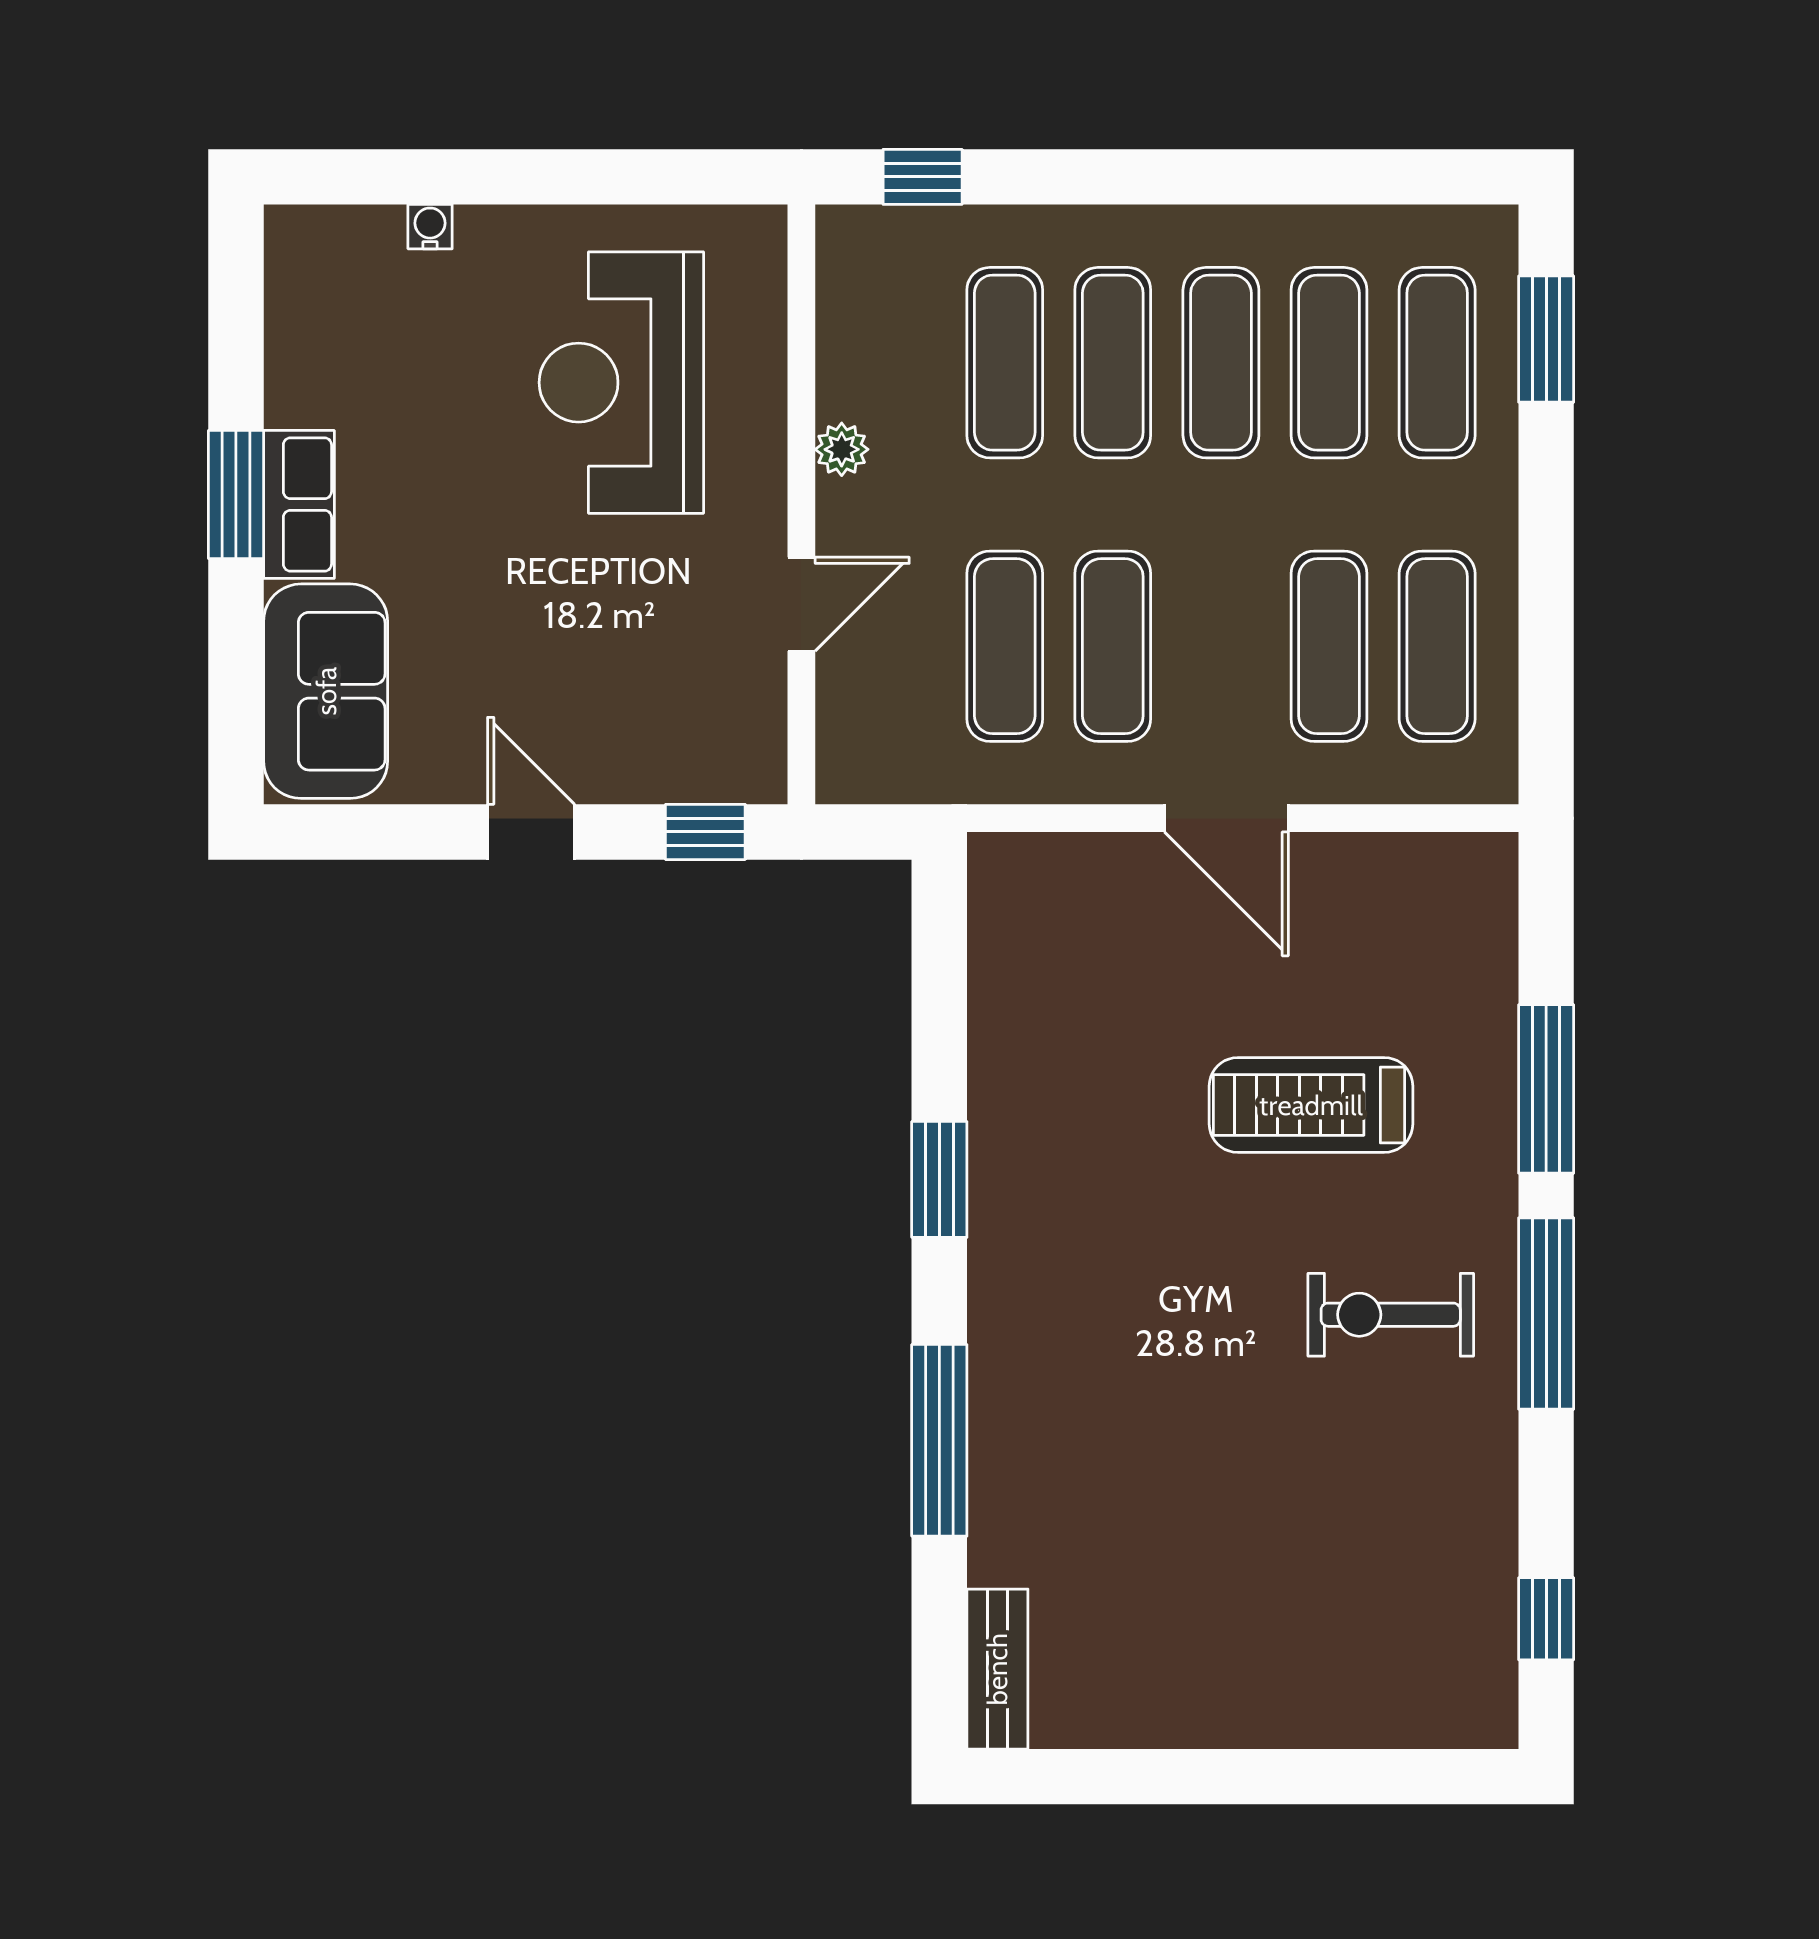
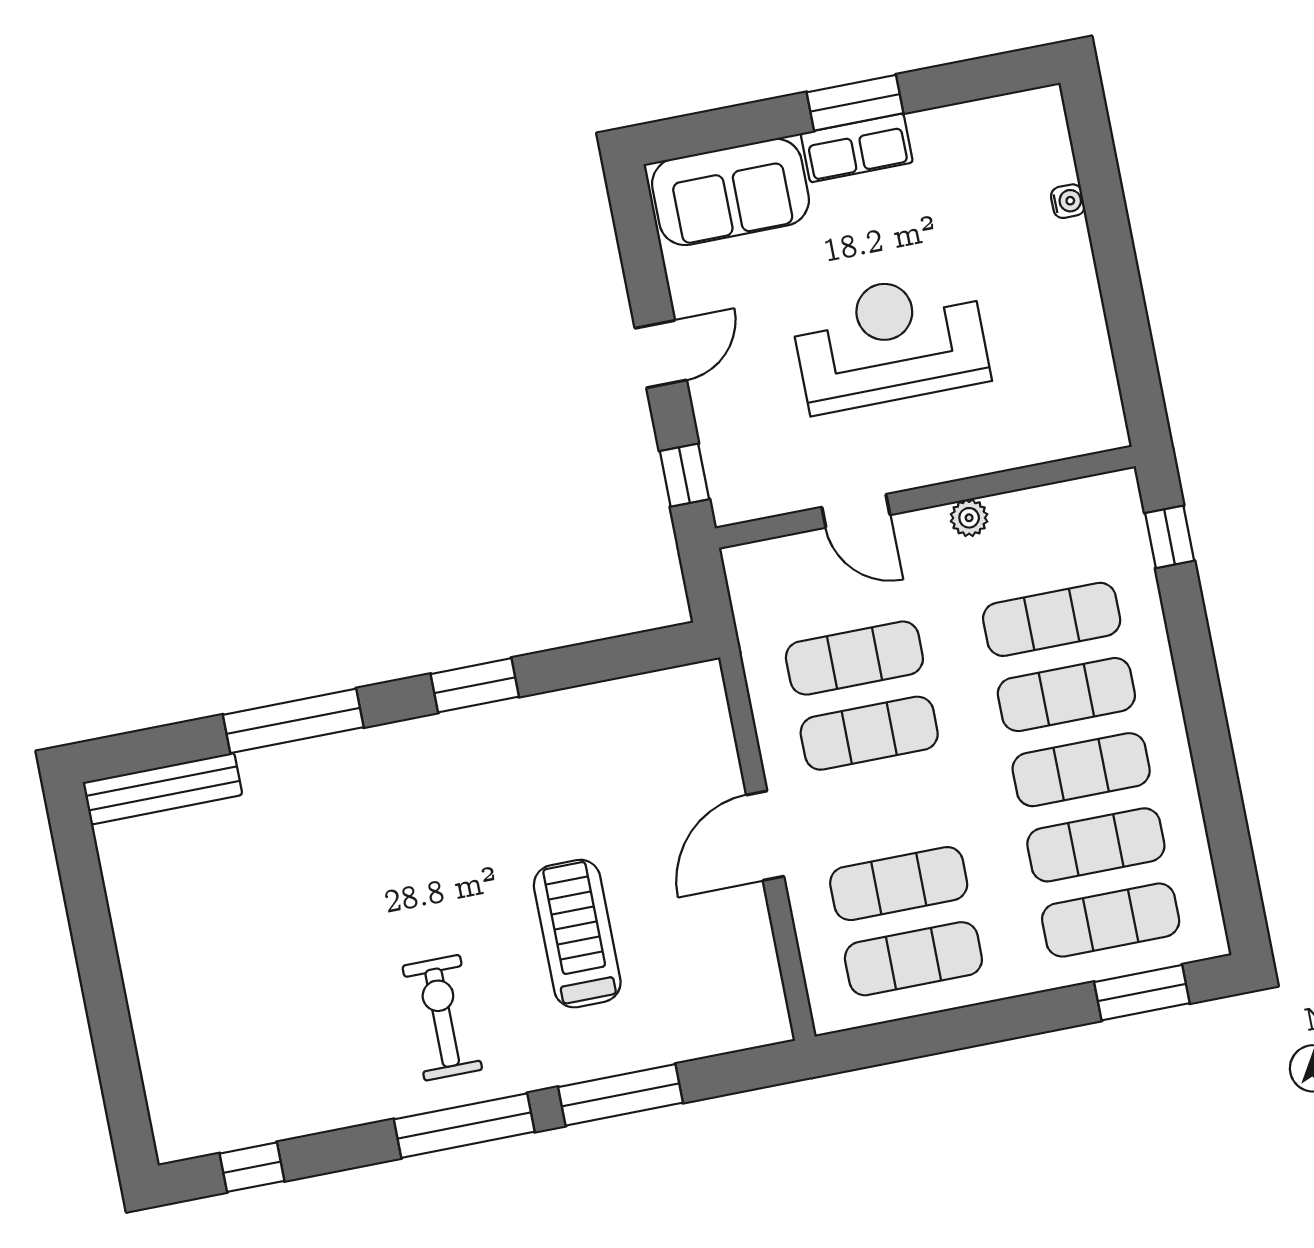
reception desk: (621, 383) -> (890, 342), moved
bench: (997, 1669) -> (162, 789), width x1.36

